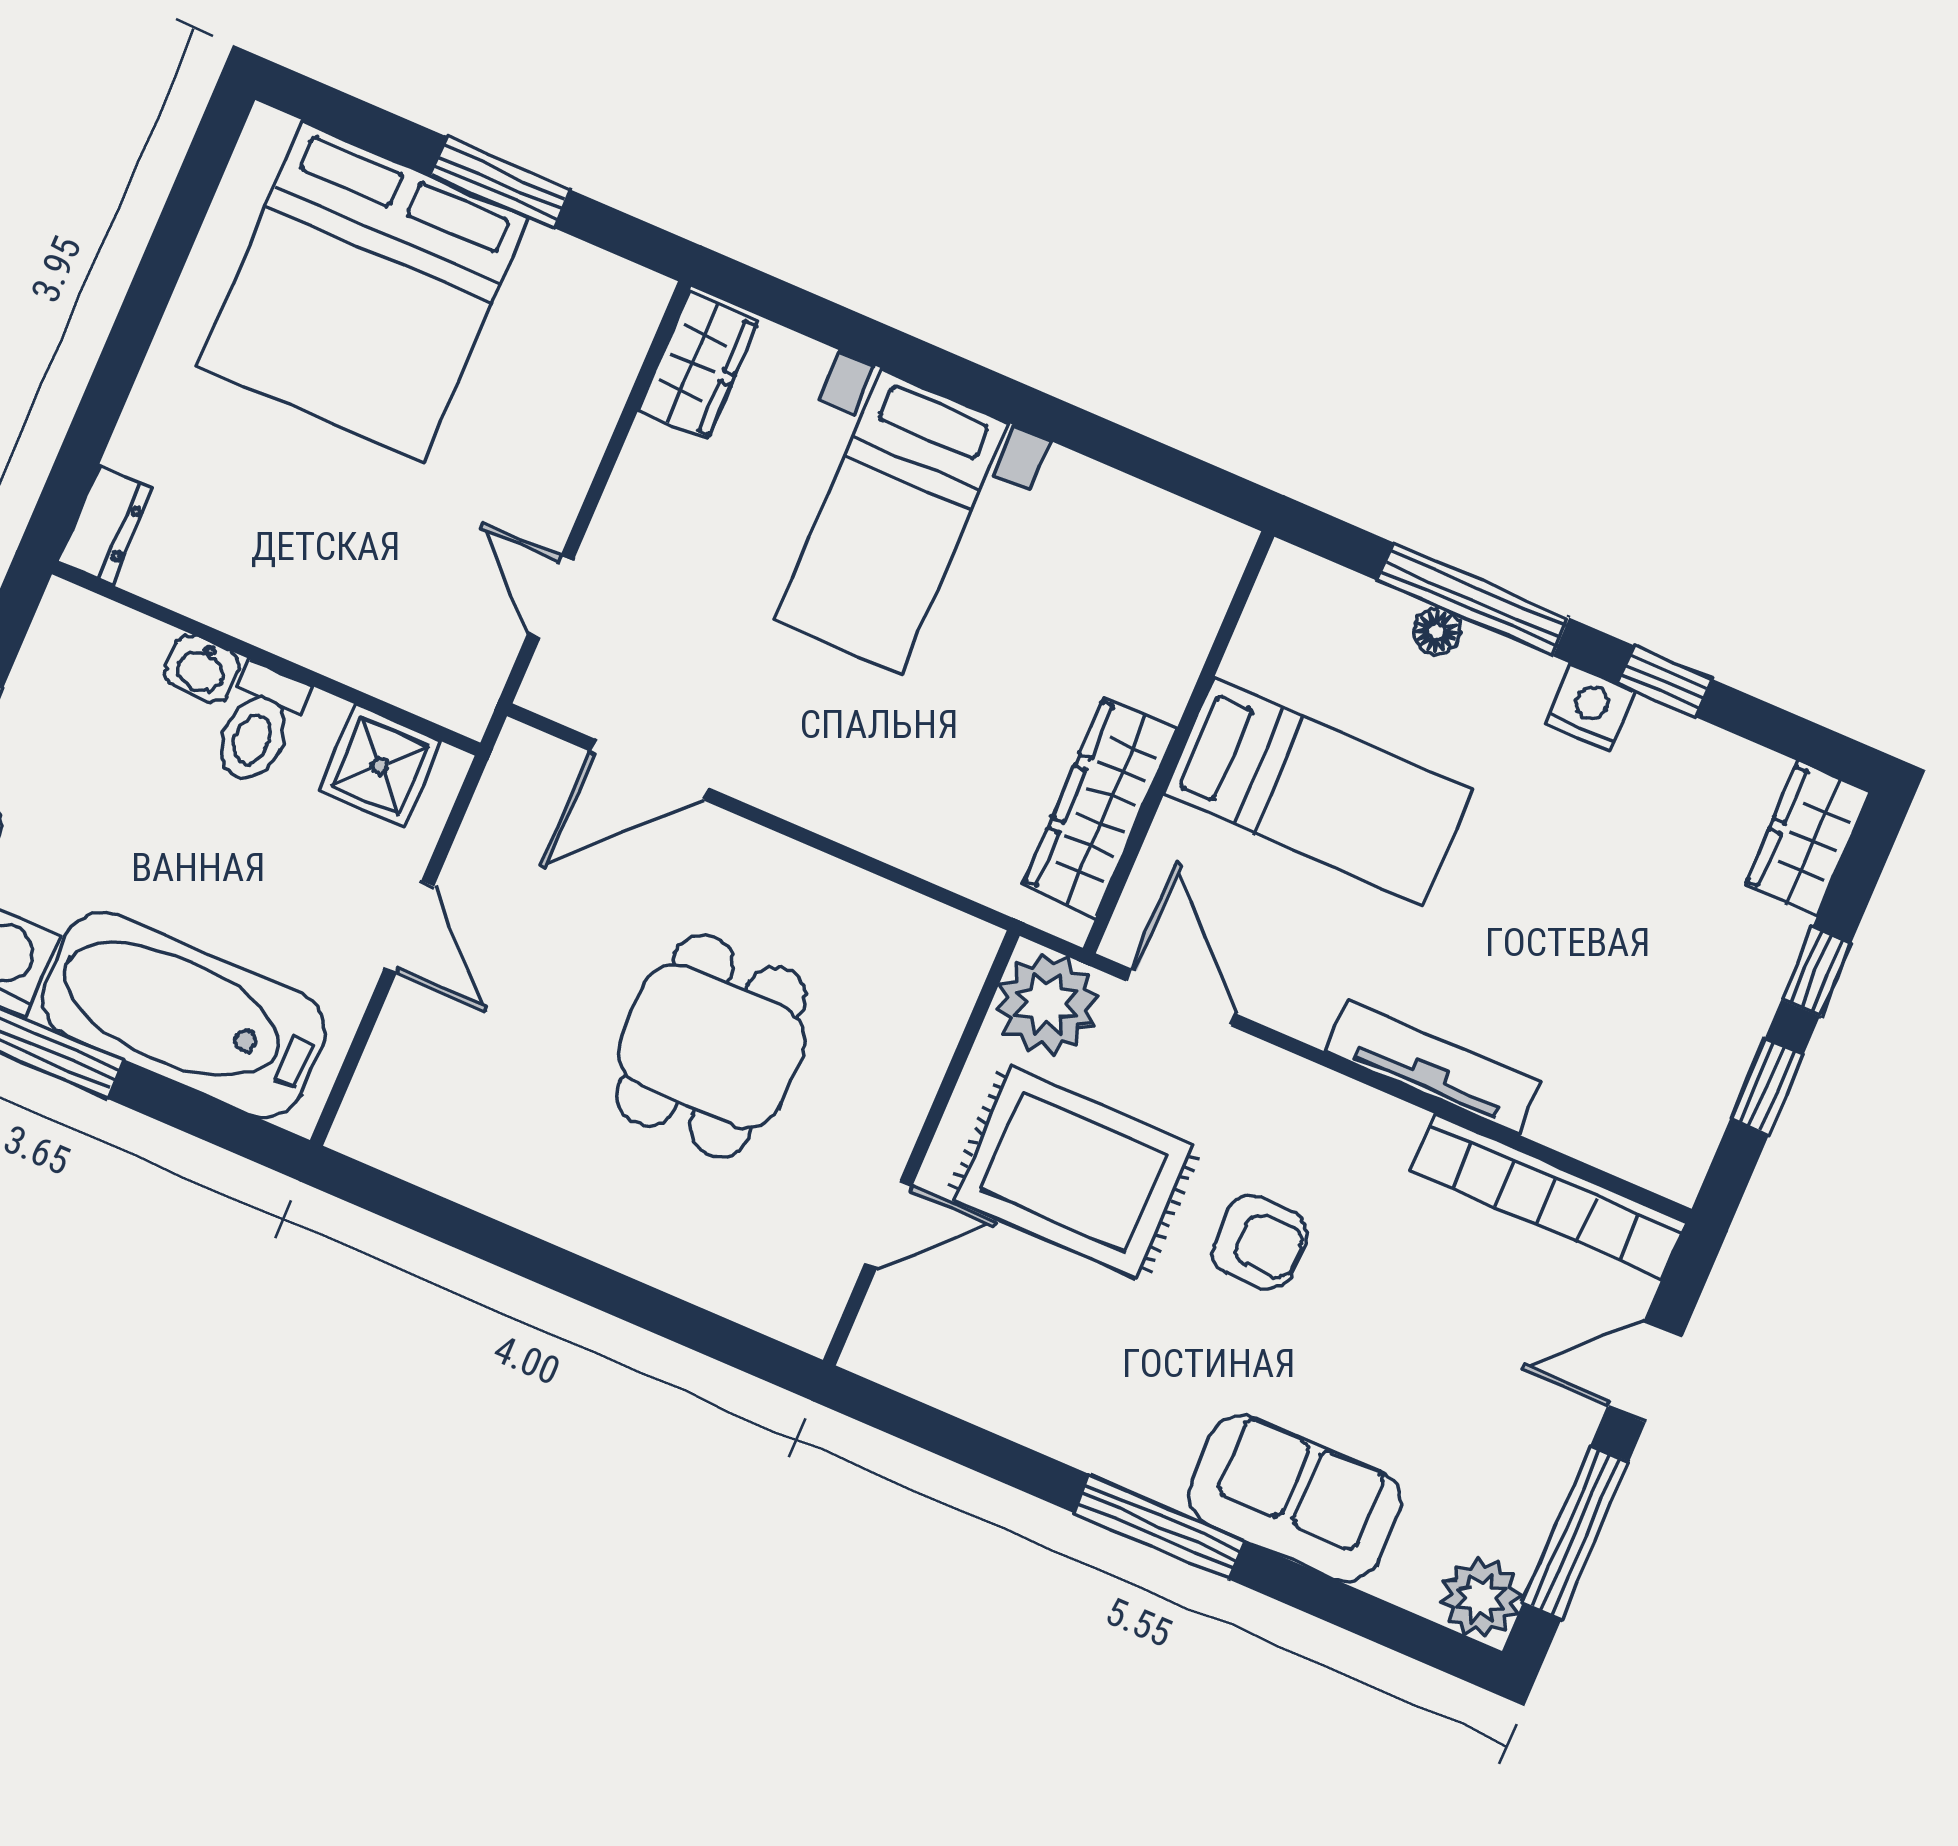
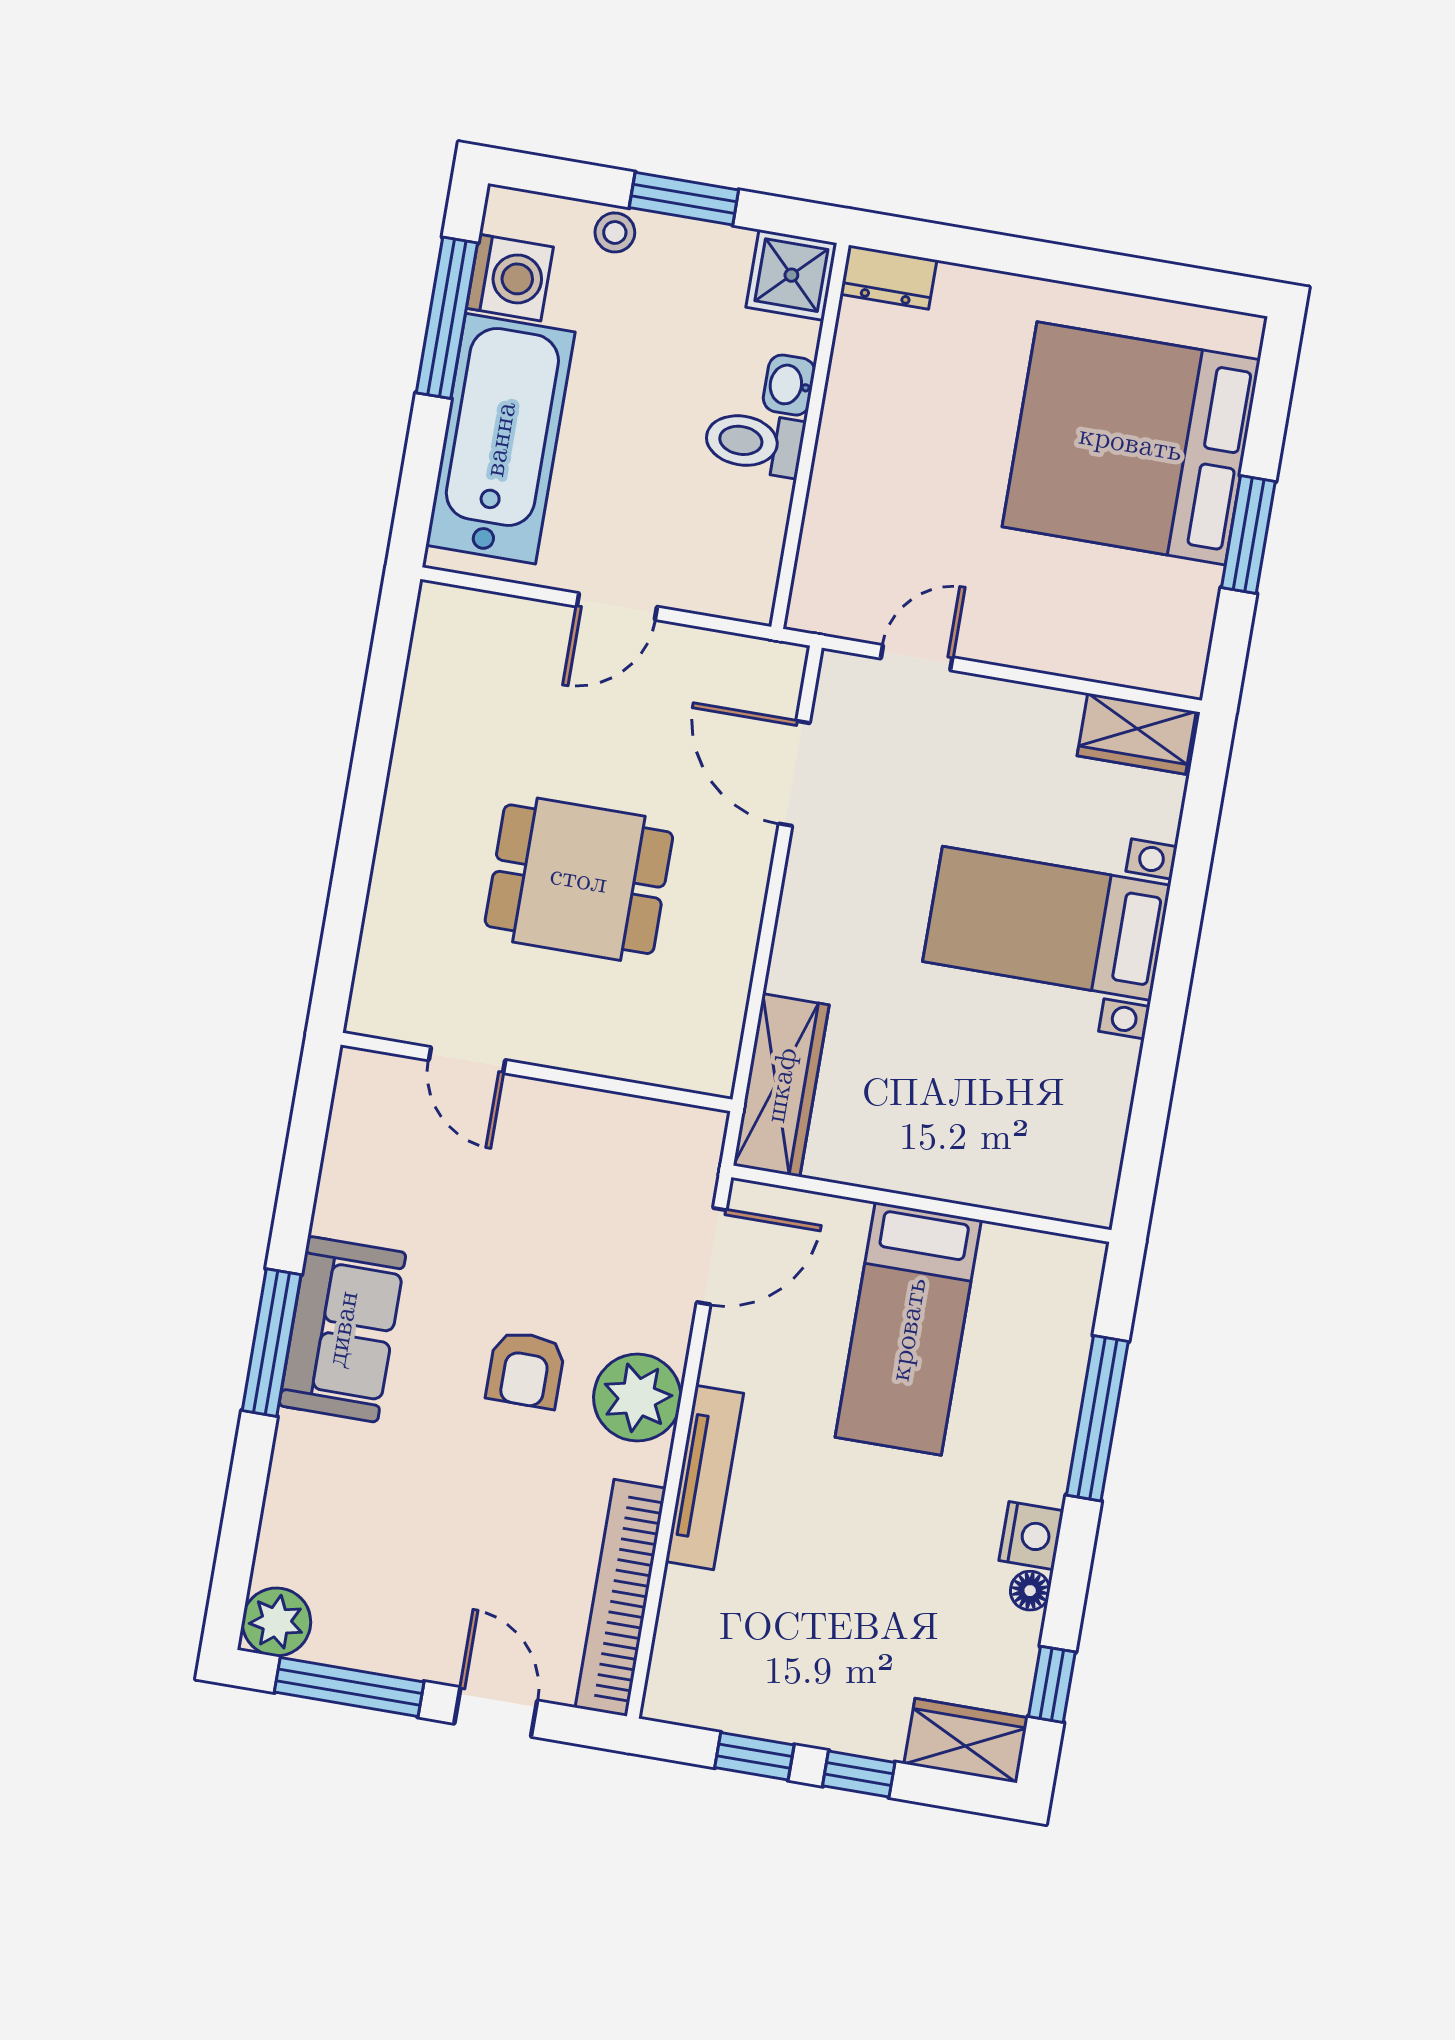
floor lamp: (1437, 631) -> (1030, 1591), moved
window: (1664, 681) -> (1052, 1684), moved
shower: (380, 766) -> (791, 275), moved
wardrobe: (1100, 807) -> (781, 1085), moved, turned 90
plant: (1047, 1004) -> (637, 1398), moved
rug: (1074, 1173) -> (546, 1203), removed
sofa: (1295, 1498) -> (342, 1329), moved

